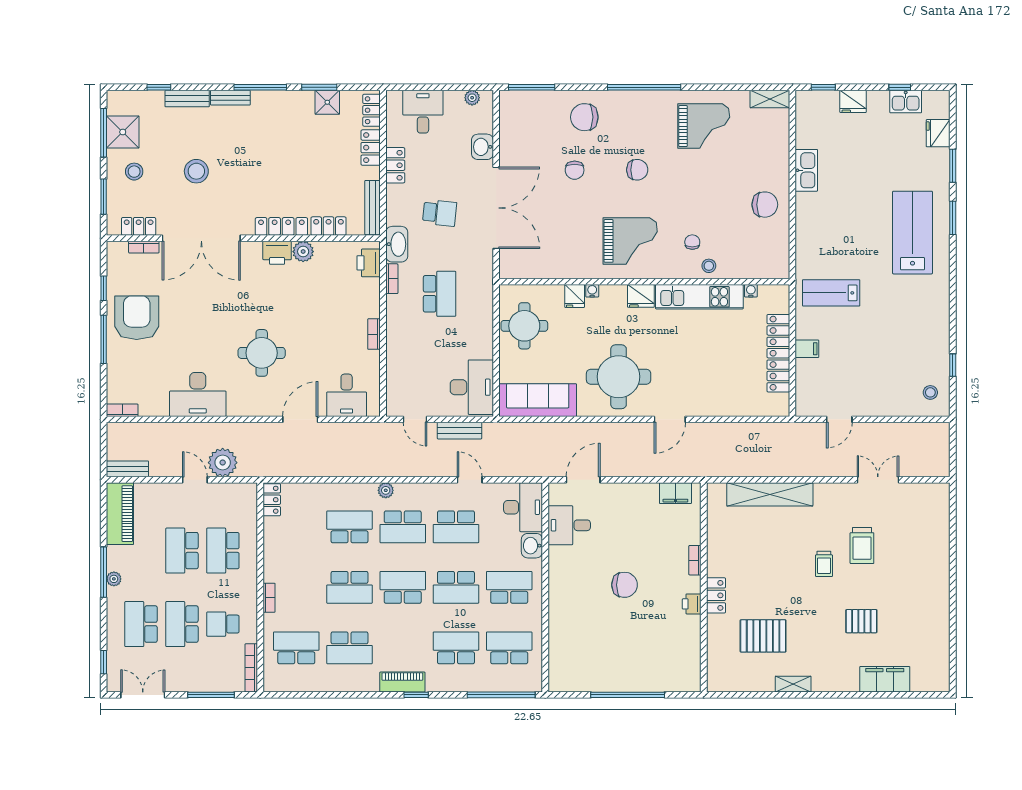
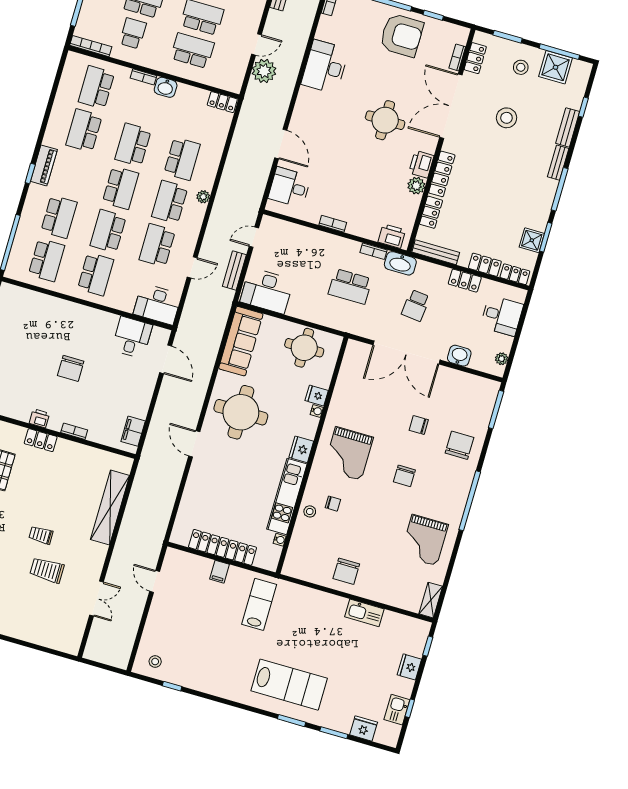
round table: (262, 353) -> (385, 120), moved
washbasin: (532, 546) -> (166, 87), moved, turned 180
school desk: (296, 648) -> (96, 87), turned 180

